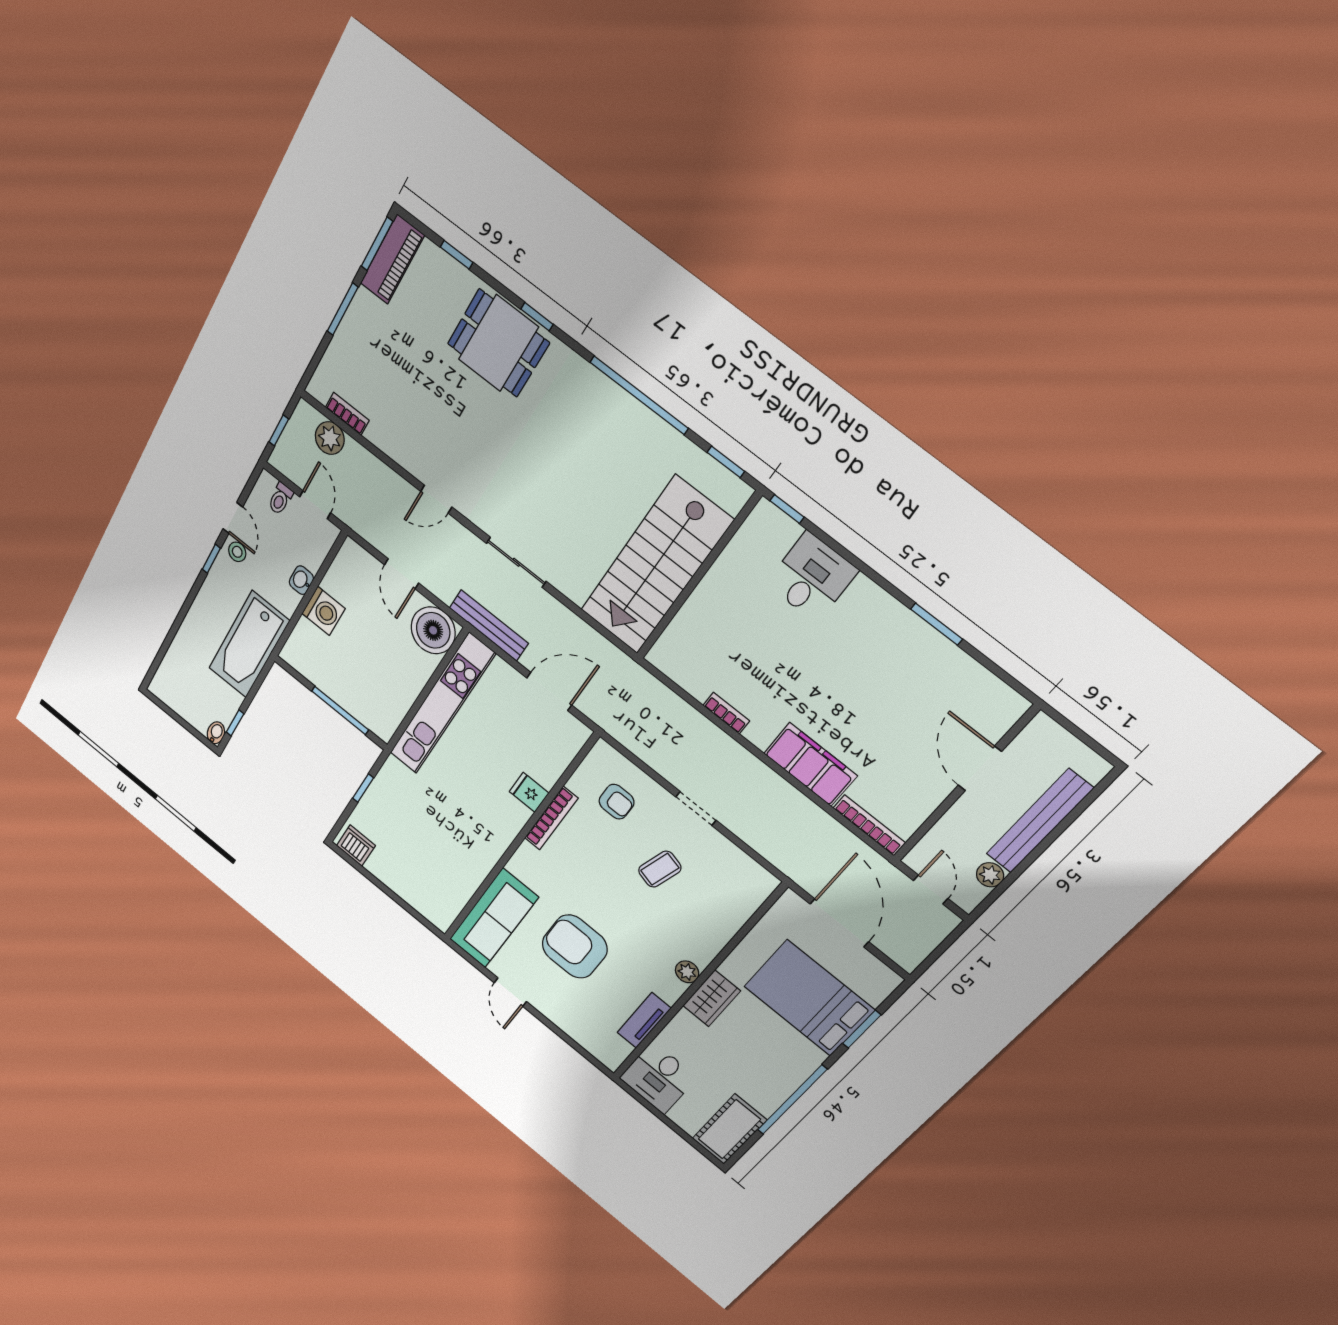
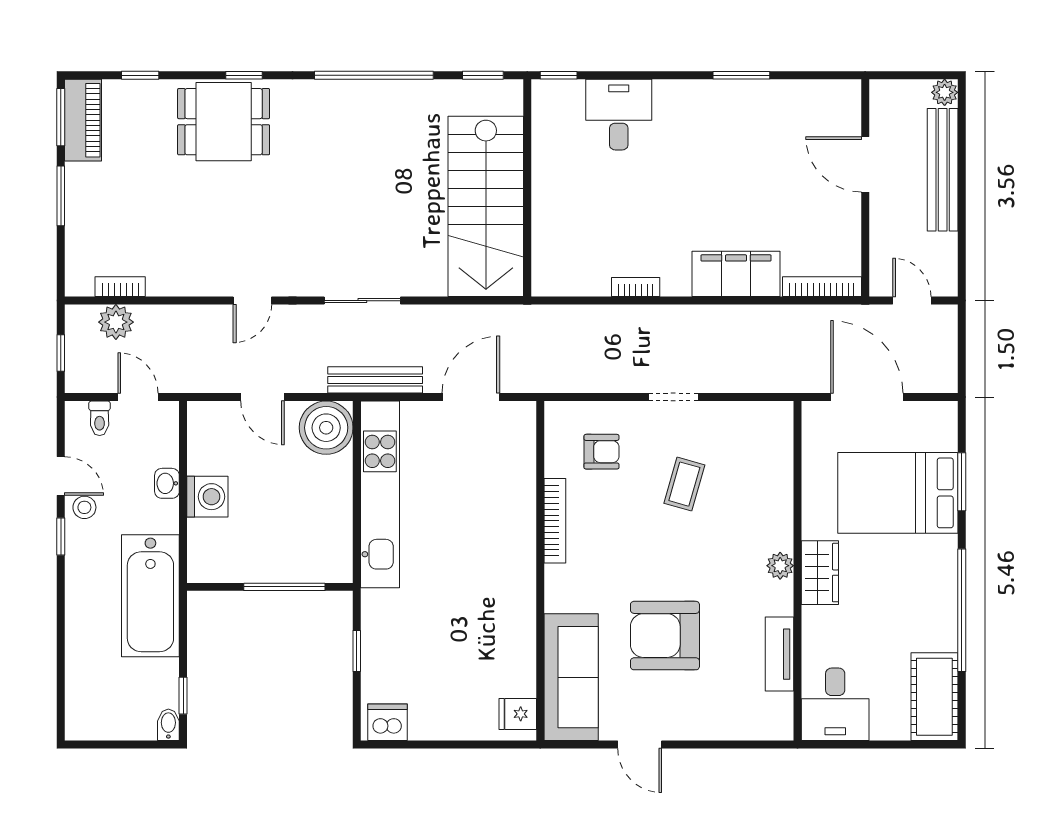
fridge: (529, 792) -> (518, 714), moved
plant: (990, 875) -> (945, 92), moved

